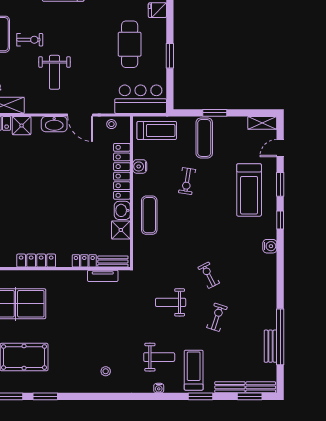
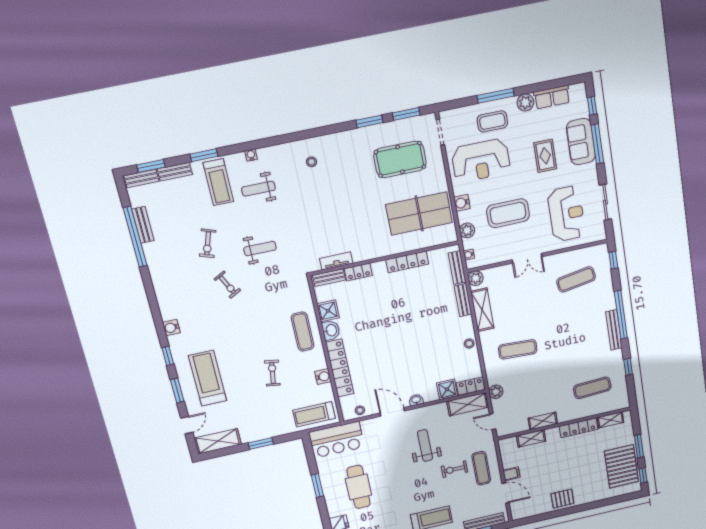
shelving: (262, 123) -> (218, 441), width x1.50, depth x1.33
washbasin: (54, 124) -> (416, 400), width x0.52, depth x0.69
exercise mat: (204, 138) -> (265, 418), removed

